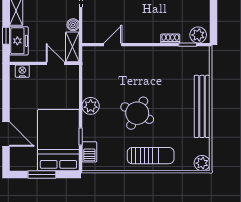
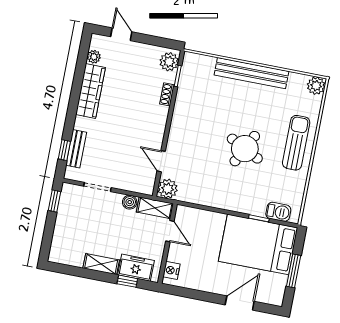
door: (55, 63) -> (170, 231), swing flipped
plant: (91, 106) -> (168, 189), moved

